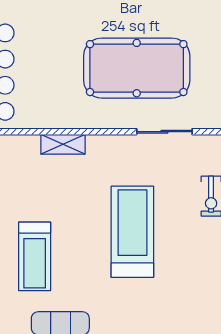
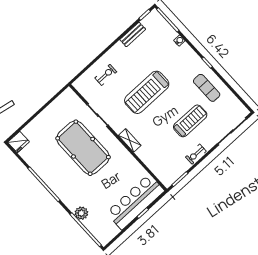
shelving: (63, 144) -> (130, 140), moved

